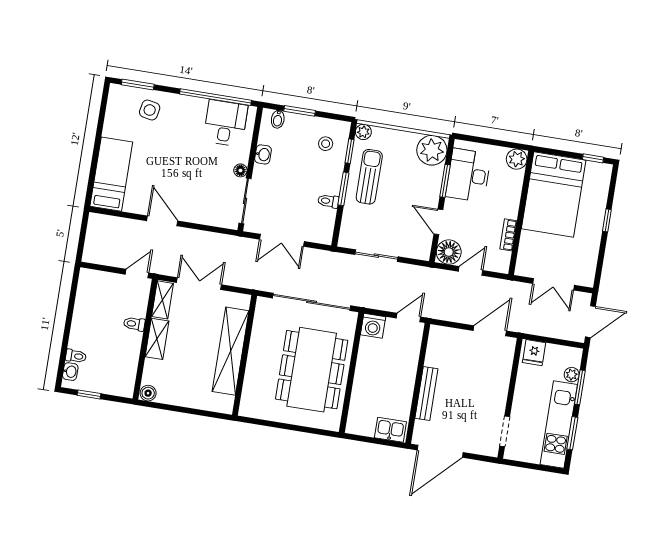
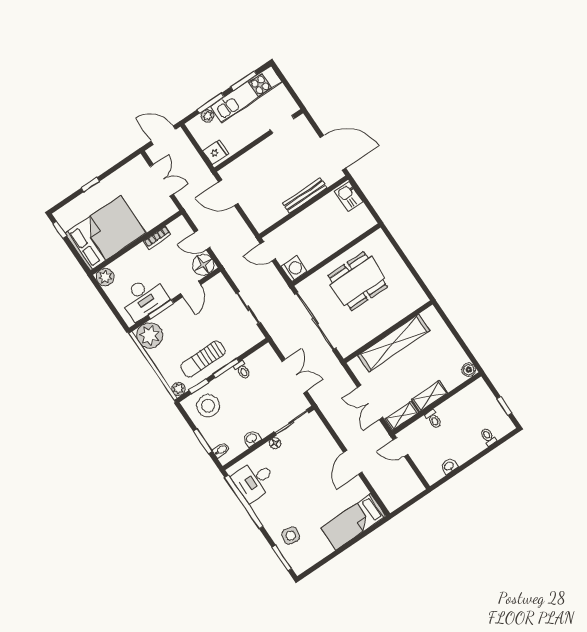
stool: (326, 144) -> (208, 406), width x1.89, depth x1.89
dining table: (312, 370) -> (358, 281), width x0.73, depth x0.80
washbasin: (70, 372) -> (449, 466), moved

